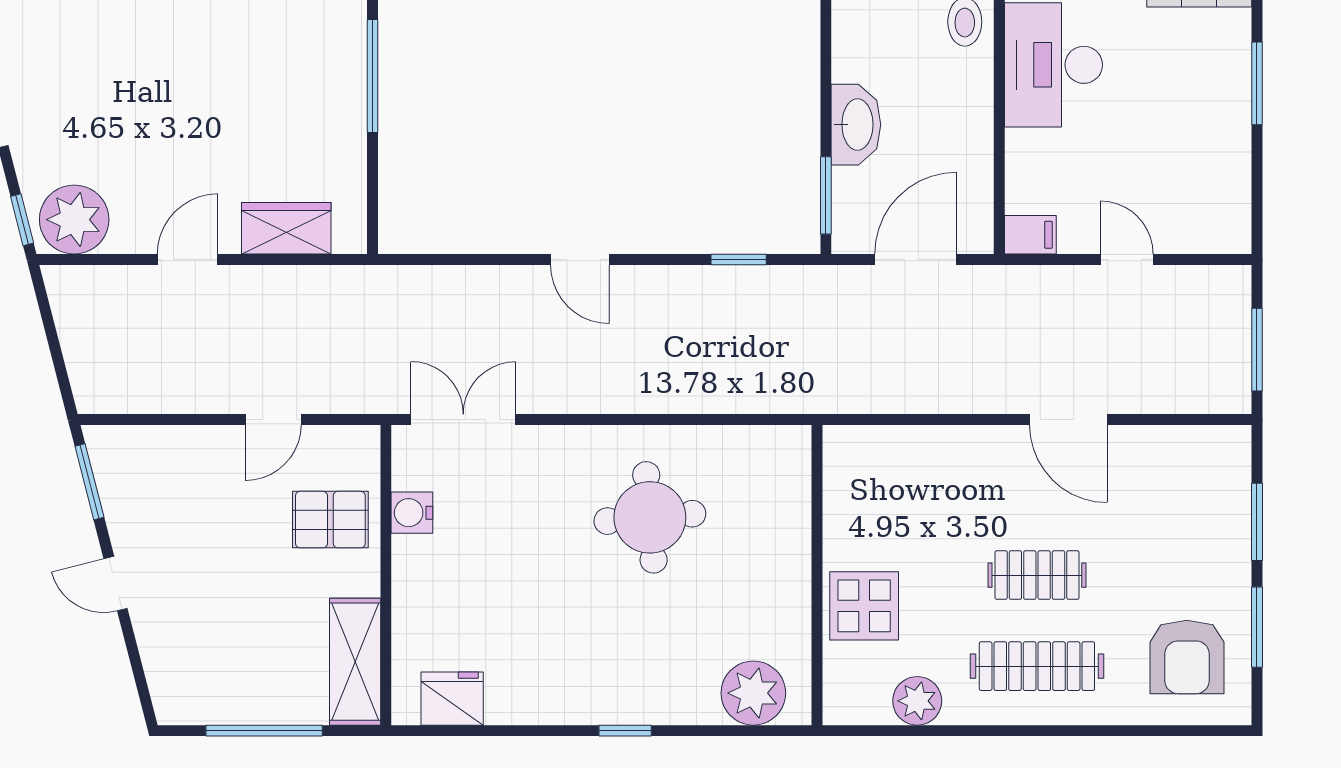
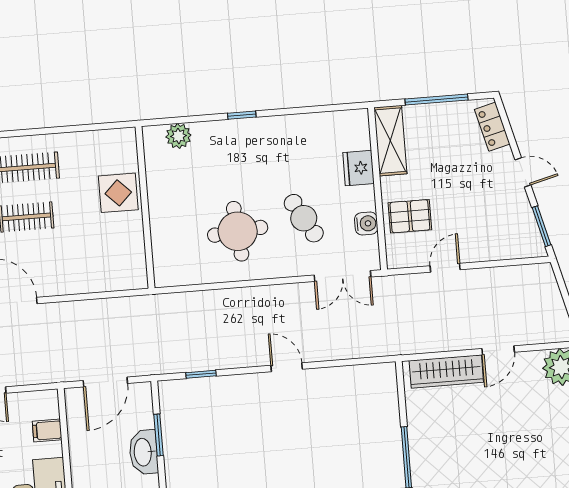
window: (826, 195) -> (158, 435), moved
wardrobe: (286, 228) -> (446, 371), width x1.50
filing cabinet: (1030, 235) -> (47, 430), moved
cafe table: (526, 532) -> (304, 218), added
locker: (165, 672) -> (492, 127), added
plant: (753, 693) -> (178, 136), width x0.73, depth x0.73
fridge: (452, 699) -> (359, 168), moved, turned 90
plant: (917, 701) -> (85, 144), removed

